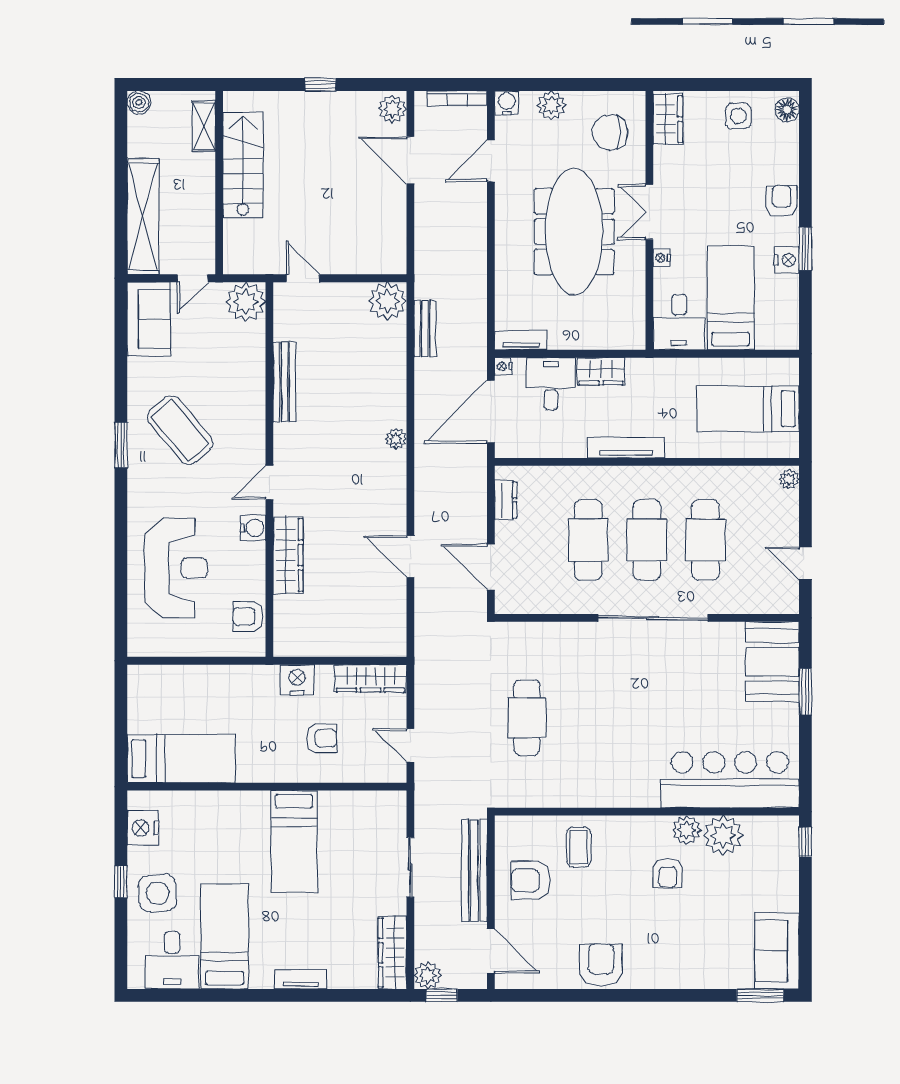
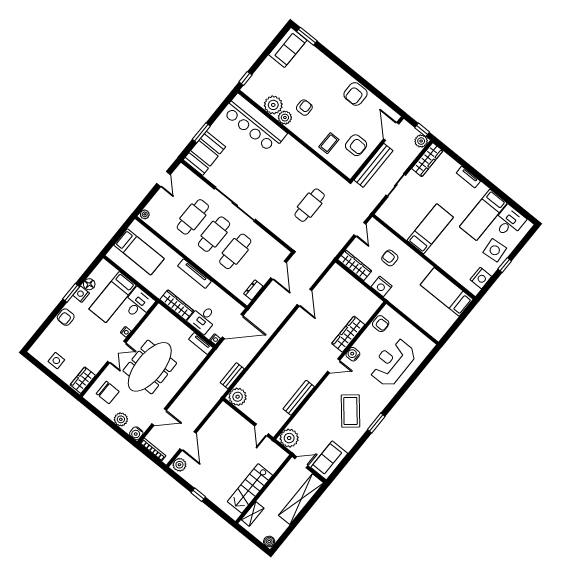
floor lamp: (787, 110) -> (89, 284), moved
wardrobe: (601, 371) -> (177, 305), width x1.50
plant: (396, 439) -> (275, 344), removed

